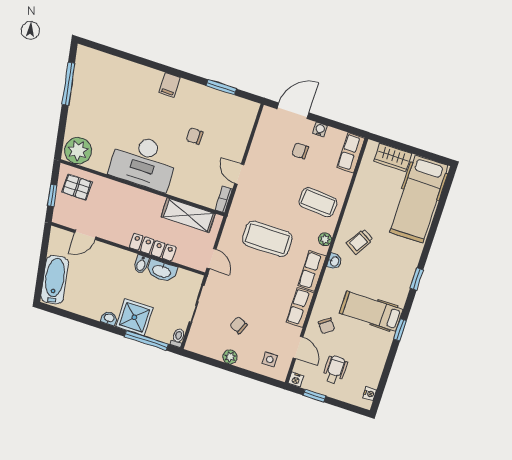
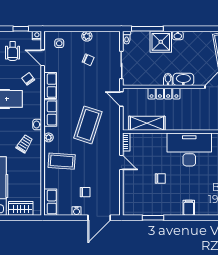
coffee table: (267, 239) -> (88, 125), turned -72
washbasin: (162, 271) -> (183, 79), moved

